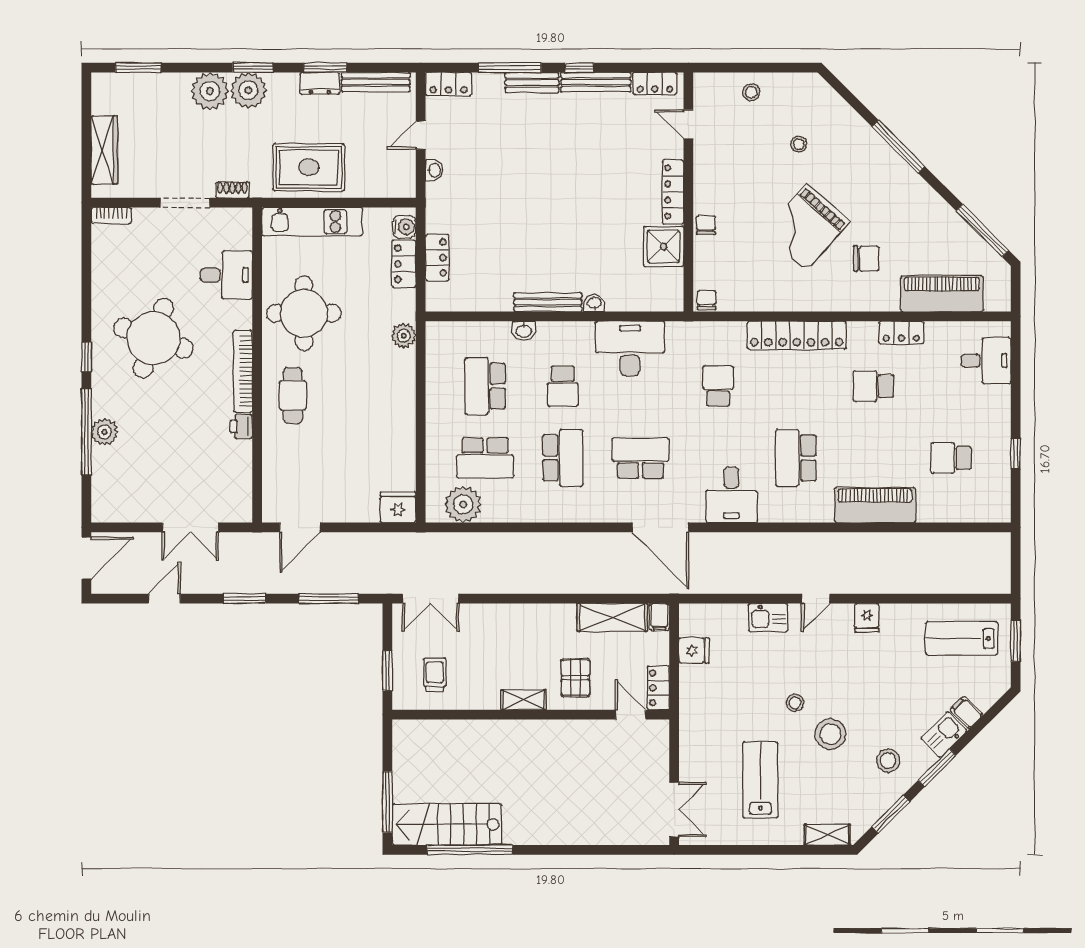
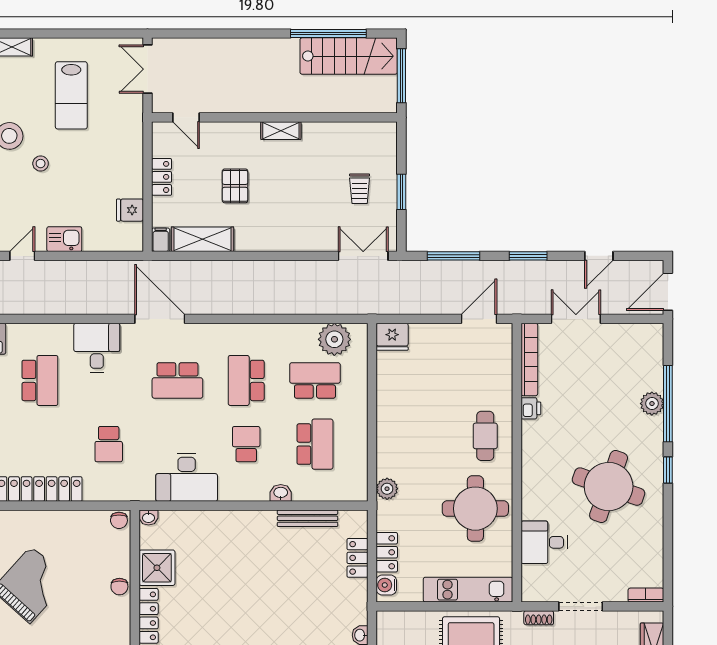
bench: (548, 302) -> (307, 518), moved
washbasin: (594, 303) -> (148, 517), moved
bookcase: (243, 371) -> (529, 359), moved
shelving: (524, 700) -> (281, 131), moved
wall: (531, 715) -> (274, 117), moved
door: (631, 715) -> (186, 117), moved

